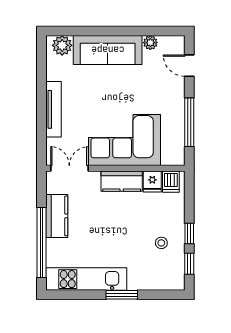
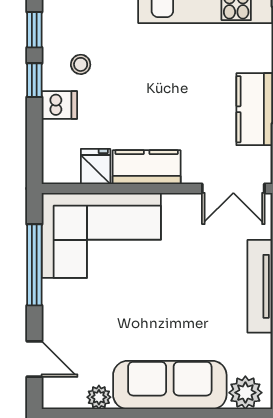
corner sofa: (124, 140) -> (101, 235), moved
dishwasher: (171, 182) -> (59, 105), moved, turned 90

